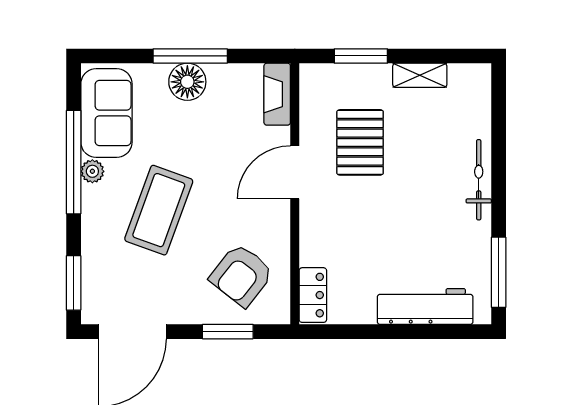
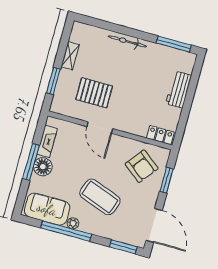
fireplace: (277, 94) -> (47, 141), moved, turned -90
workbench: (425, 307) -> (179, 90), width x0.73

